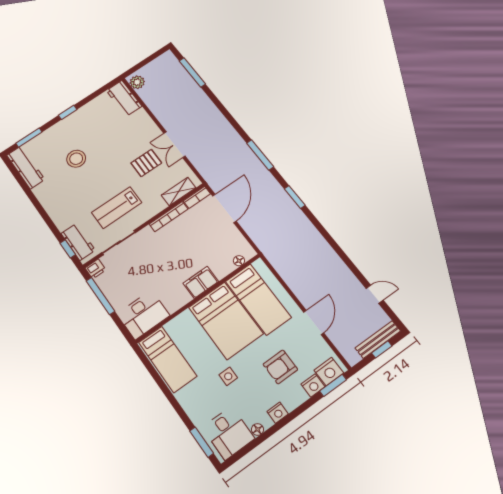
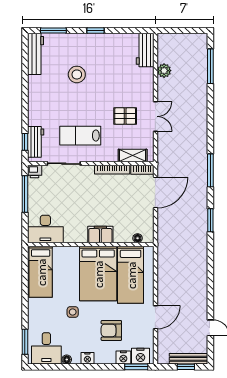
plant: (137, 82) -> (164, 71), moved
double door: (174, 145) -> (155, 116), swing flipped

